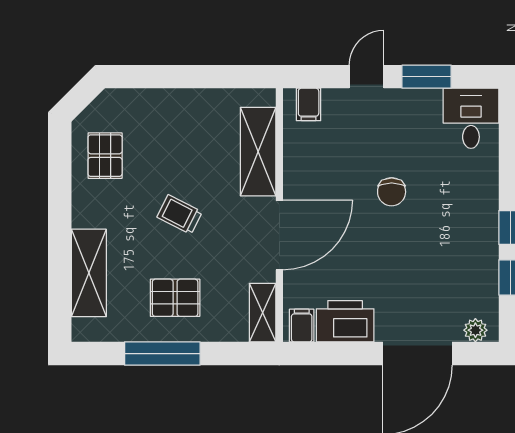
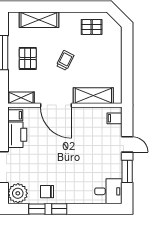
chair: (392, 192) -> (47, 192), moved
plant: (475, 330) -> (18, 193), width x1.87, depth x1.87

